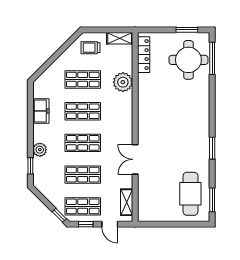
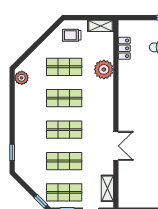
locker: (144, 55) -> (124, 48), width x0.66
freezer: (41, 111) -> (23, 98), removed
plant: (40, 150) -> (22, 78), moved
double door: (135, 159) -> (116, 146), swing flipped

